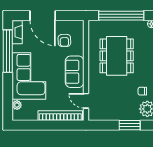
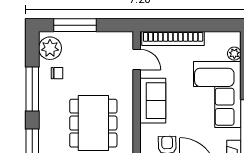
window: (130, 125) -> (75, 25), width x1.44

